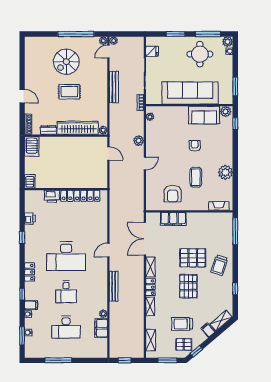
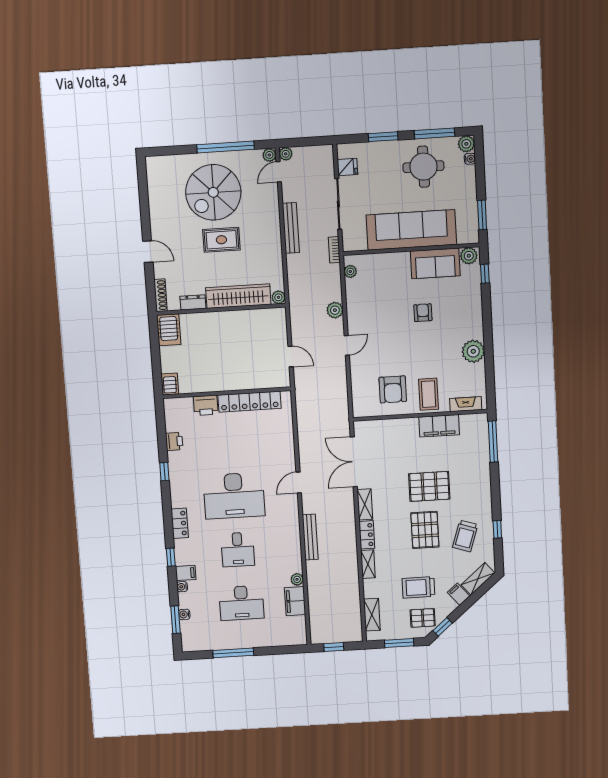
spiral stairs: (66, 62) -> (213, 192), width x1.37, depth x1.37
door: (108, 153) -> (291, 357), moved
coffee table: (196, 177) -> (429, 394), moved
filing cabinet: (173, 219) -> (439, 426), moved
trolley: (219, 265) -> (465, 536), moved

